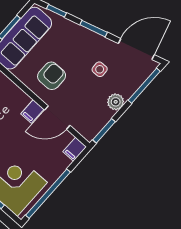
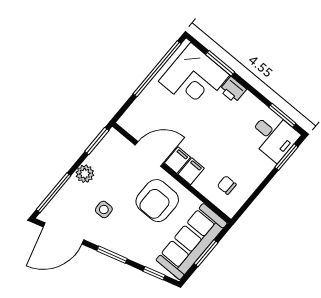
armchair: (52, 76) -> (157, 201), width x1.36, depth x1.36
filing cabinet: (75, 149) -> (191, 171), moved

